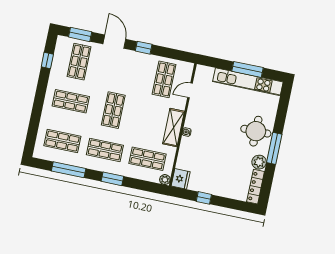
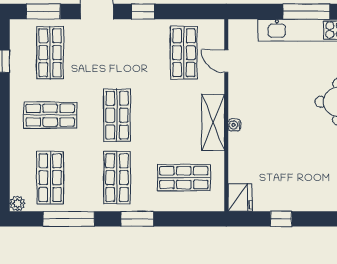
door: (190, 90) -> (226, 61), hinge flipped
shop shelf: (62, 141) -> (50, 178), turned 90
shop shelf: (105, 150) -> (117, 178), turned 90
plant: (165, 180) -> (17, 203), moved

